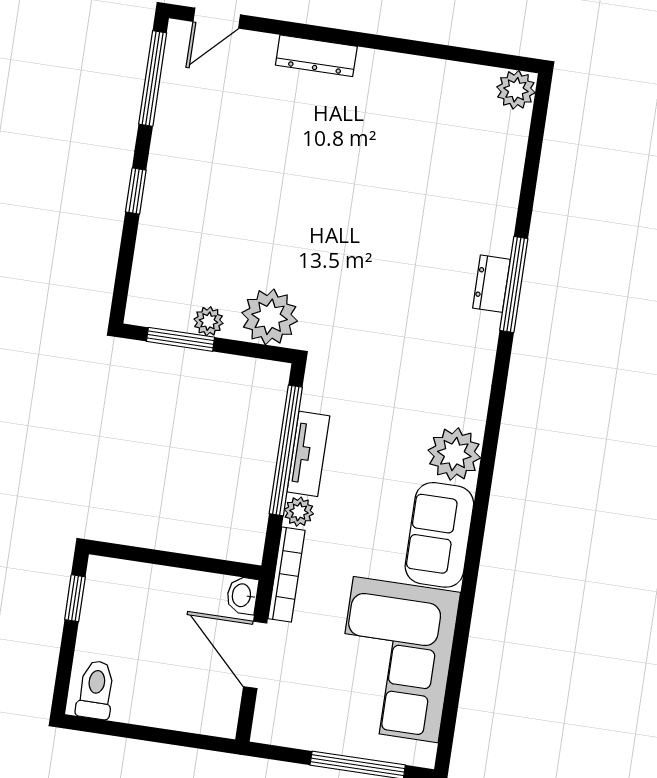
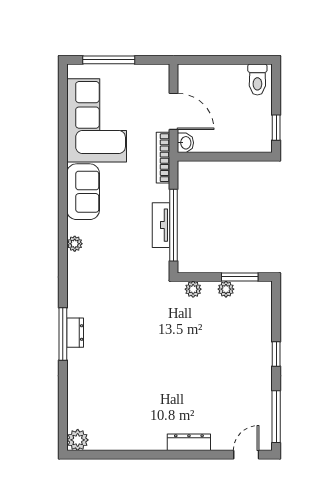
plant: (270, 317) -> (193, 289), width x0.53, depth x0.53
plant: (454, 454) -> (75, 244), width x0.53, depth x0.53
plant: (299, 512) -> (161, 193), removed

